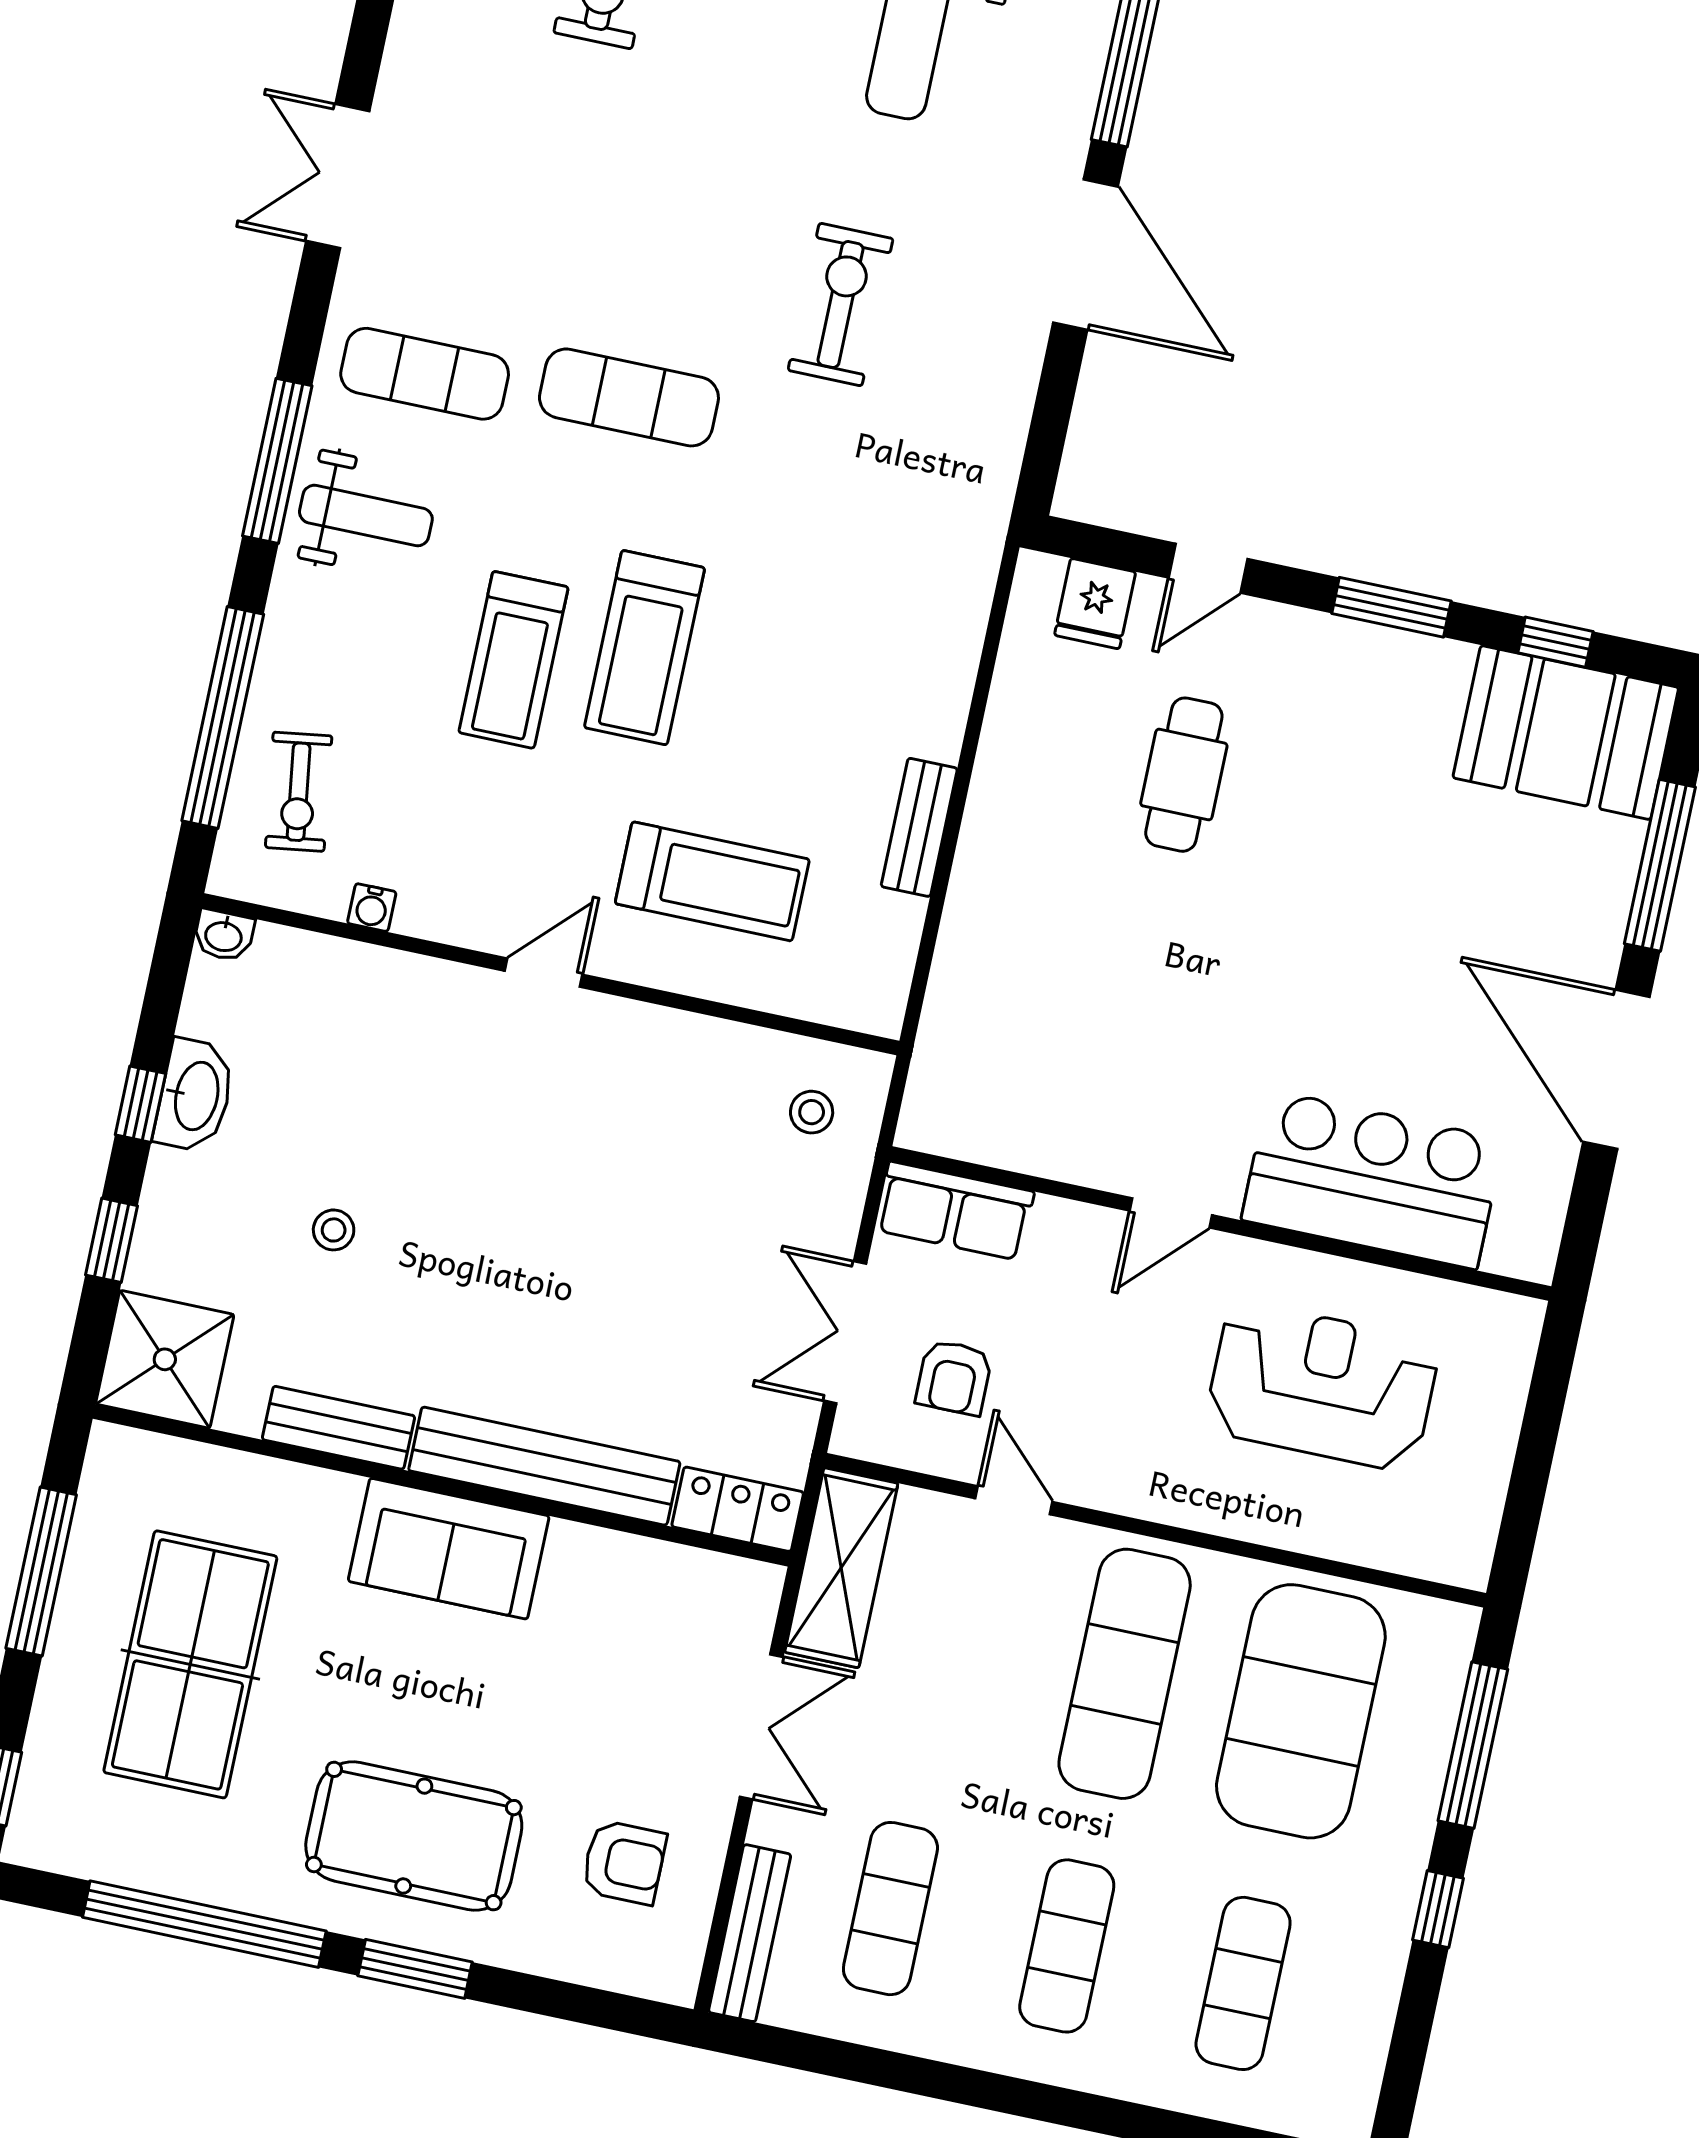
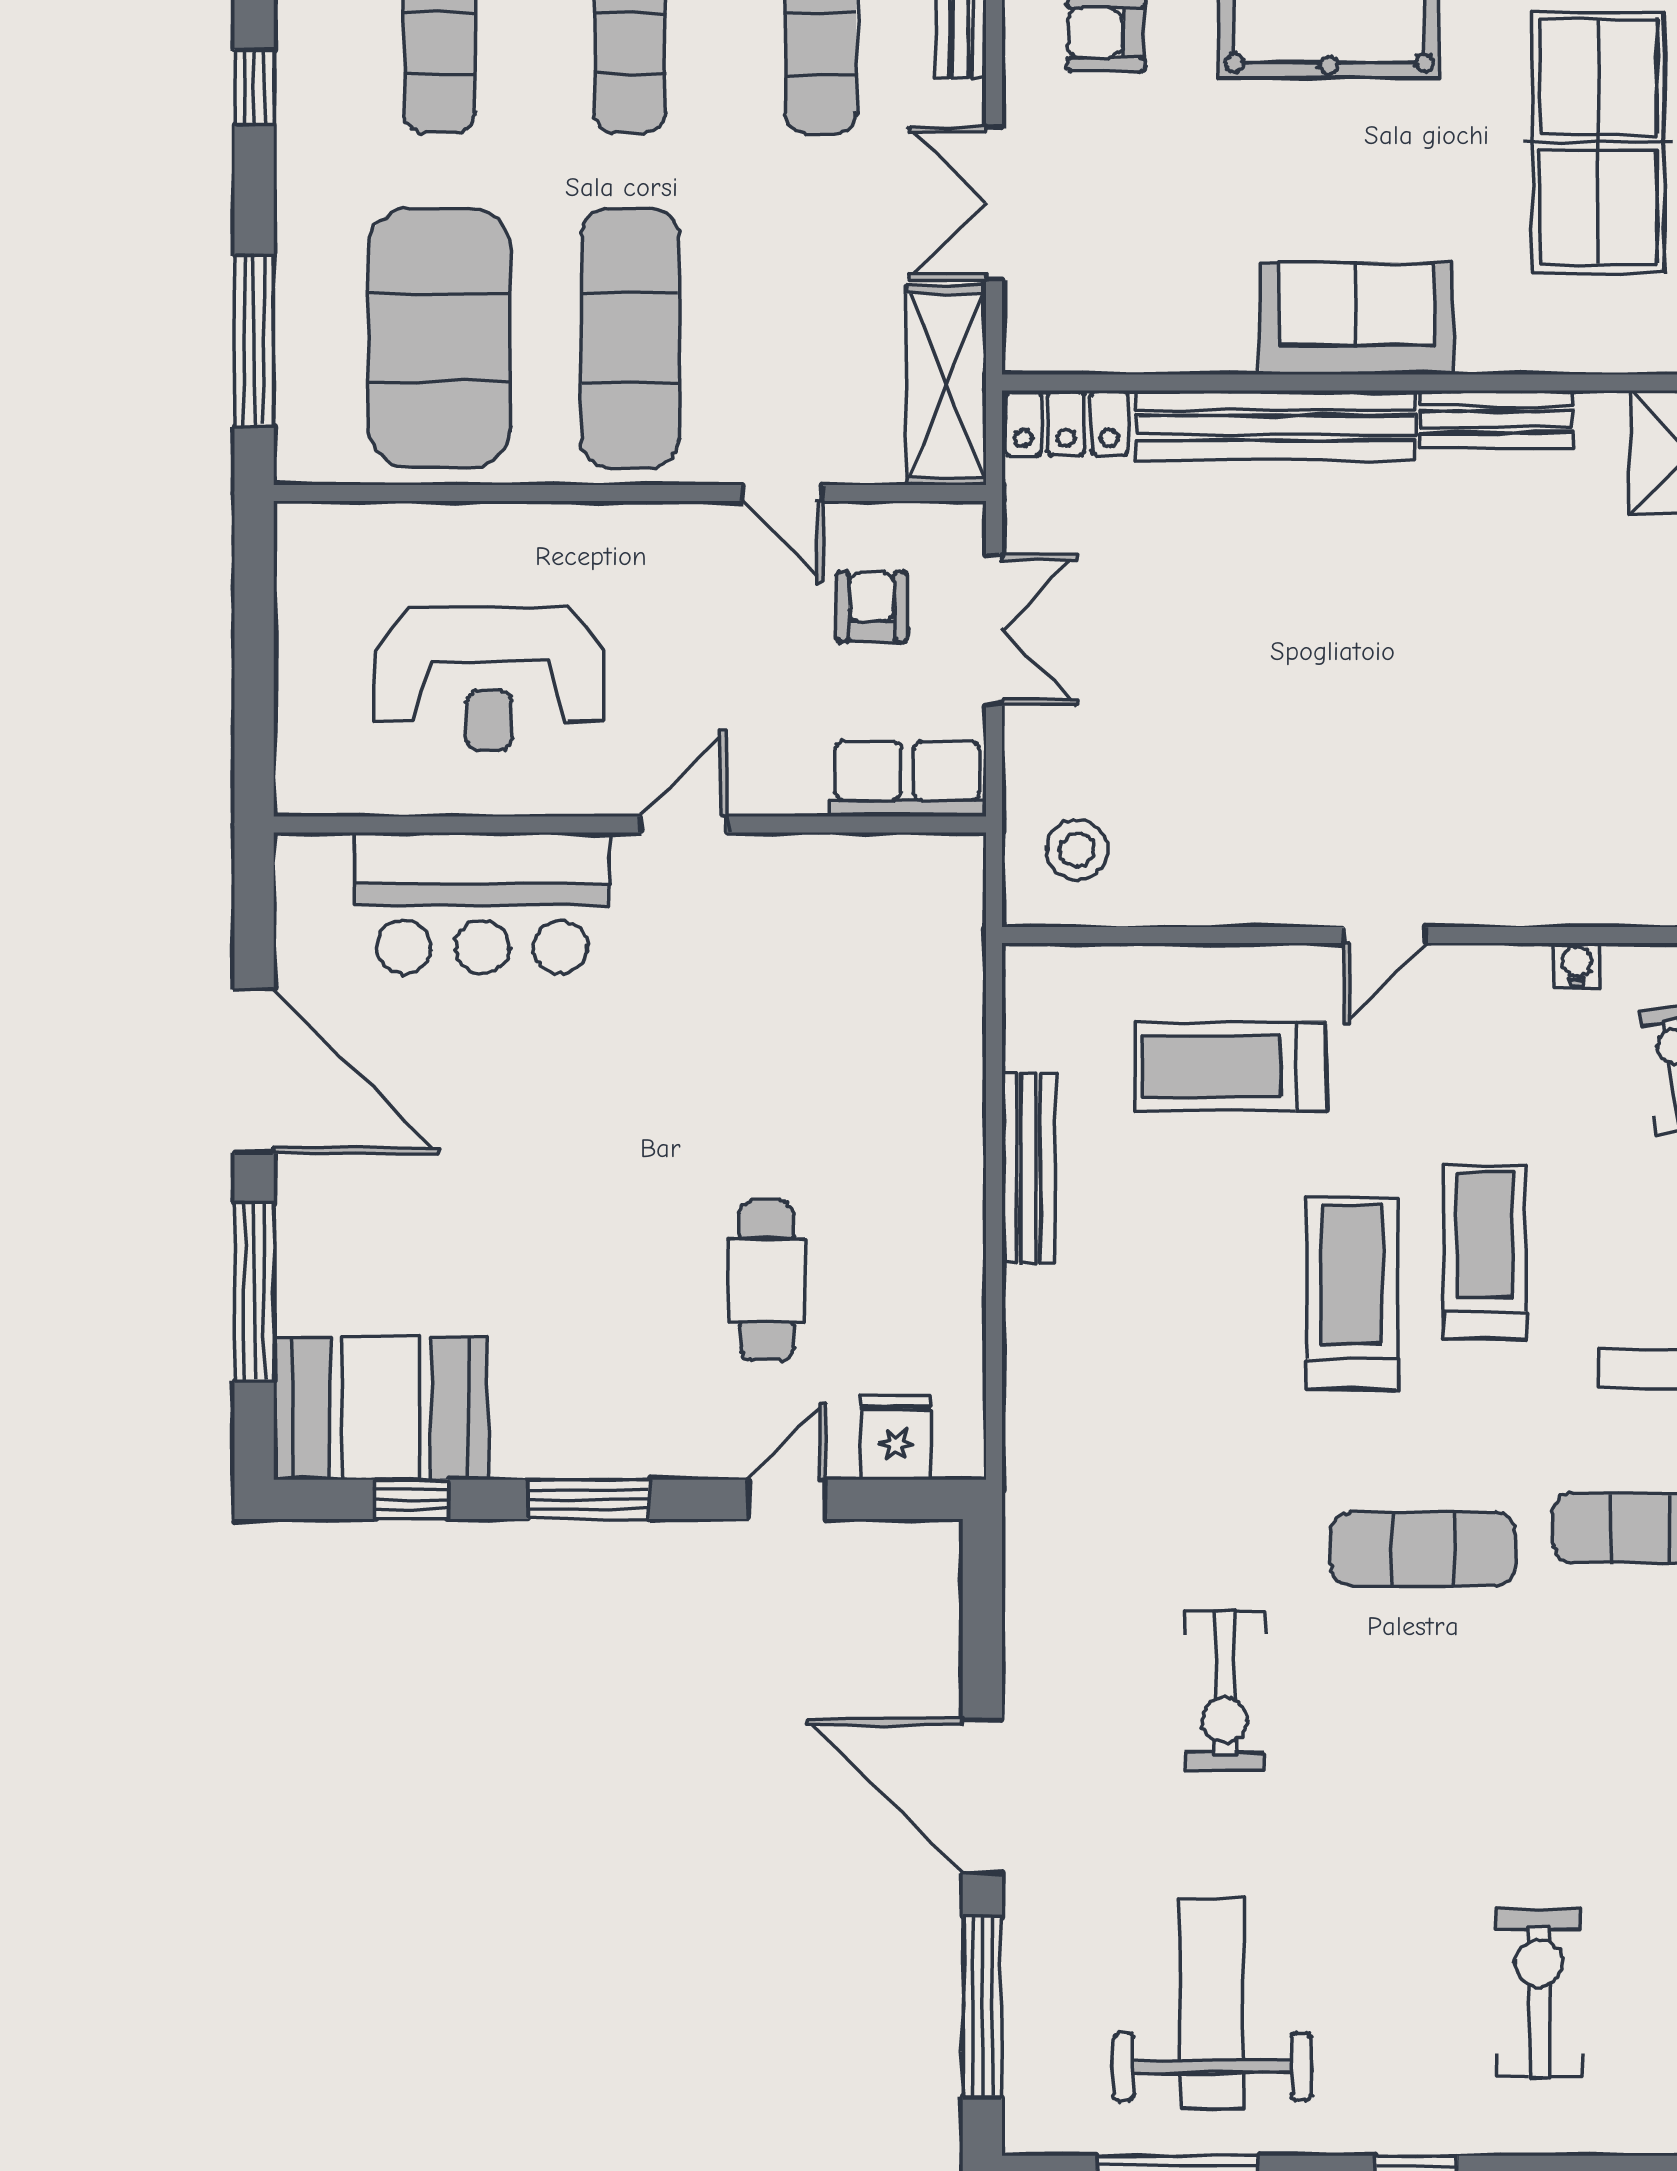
bench: (919, 827) -> (1028, 1168), width x1.36
stool: (812, 1112) -> (1077, 850), width x1.37, depth x1.37
stool: (334, 1230) -> (1545, 623), removed
window: (1438, 1909) -> (254, 87), moved

